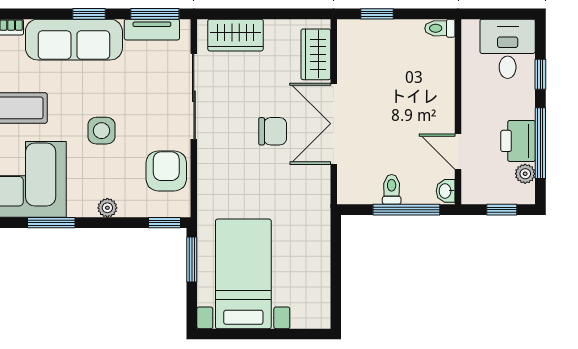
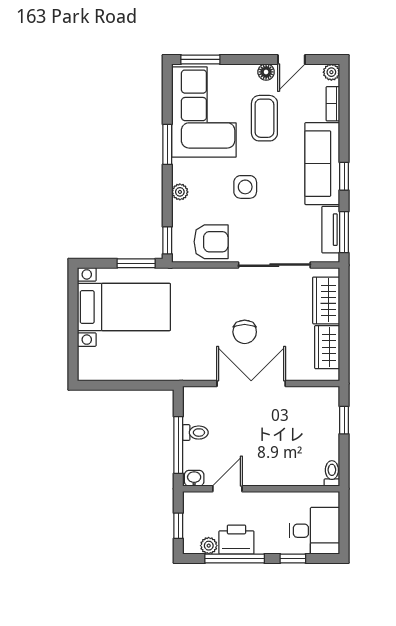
wardrobe: (316, 54) -> (327, 347), moved, turned -90

